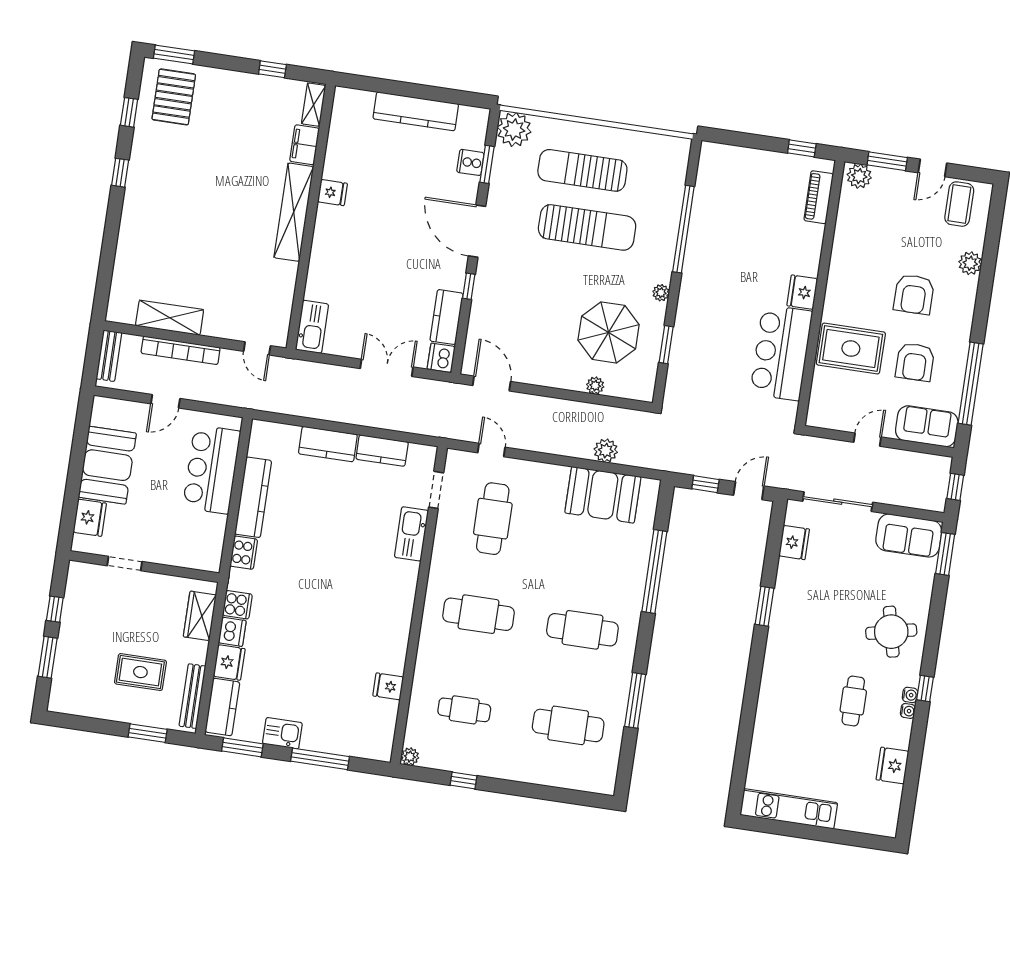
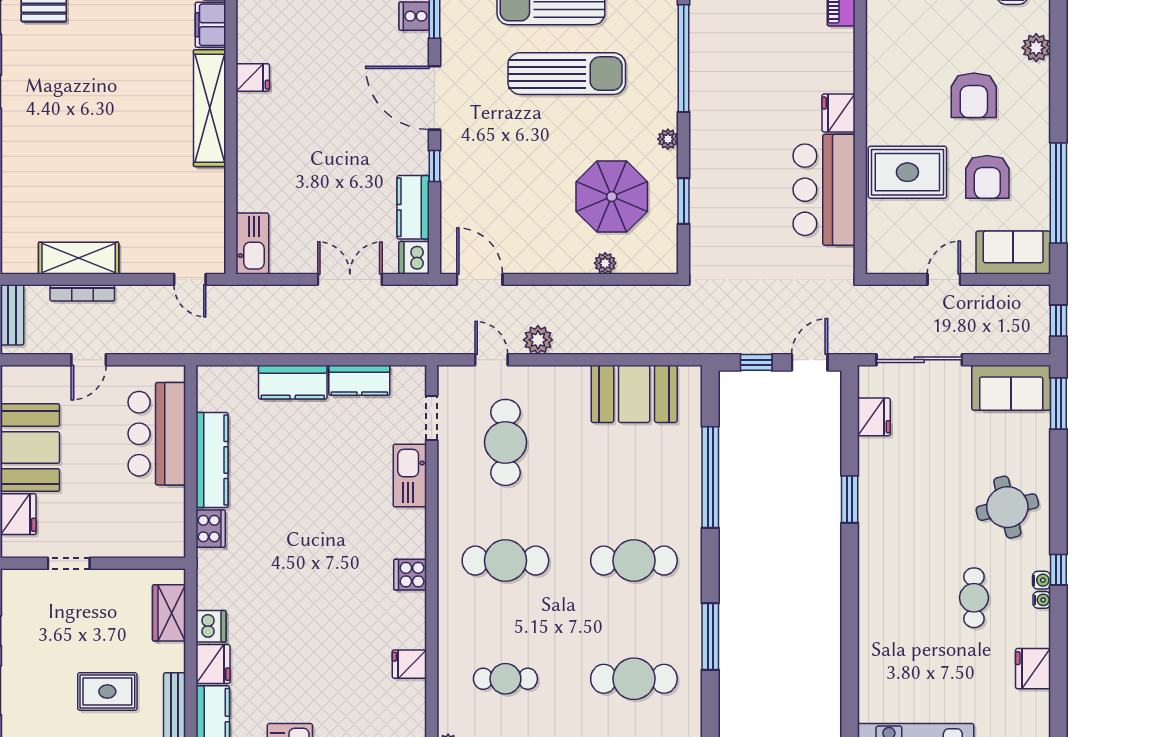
bookcase: (181, 350) -> (82, 293), width x0.68, depth x0.76
plant: (606, 451) -> (538, 340), moved
cooker: (237, 605) -> (410, 575), moved, turned 180

